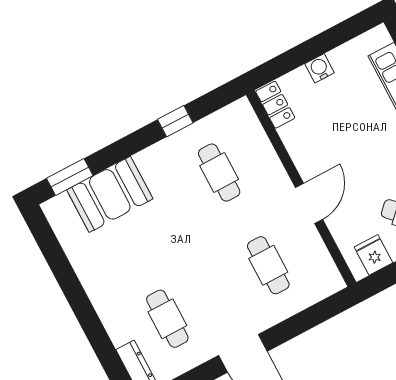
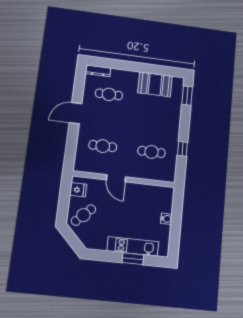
locker: (275, 105) -> (163, 191), removed
booth: (110, 194) -> (155, 84), moved, turned 90

